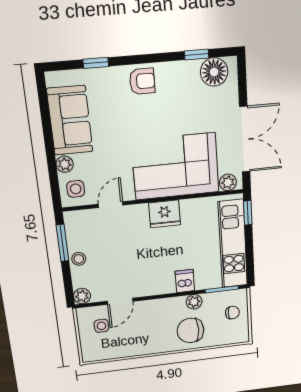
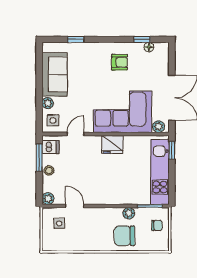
floor lamp: (214, 72) -> (149, 47), width x0.53, depth x0.53
armchair: (142, 81) -> (120, 62), moved
dishwasher: (185, 281) -> (50, 147), moved, turned 90
door: (120, 301) -> (75, 206), swing flipped

